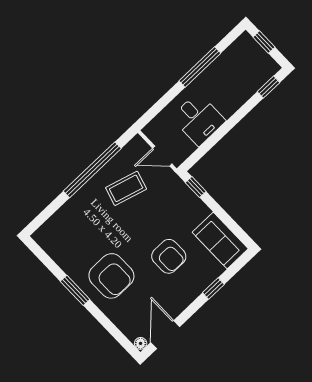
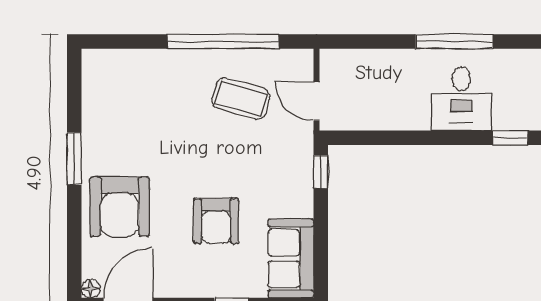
desk: (198, 119) -> (461, 99), moved
armchair: (111, 276) -> (120, 207), moved

